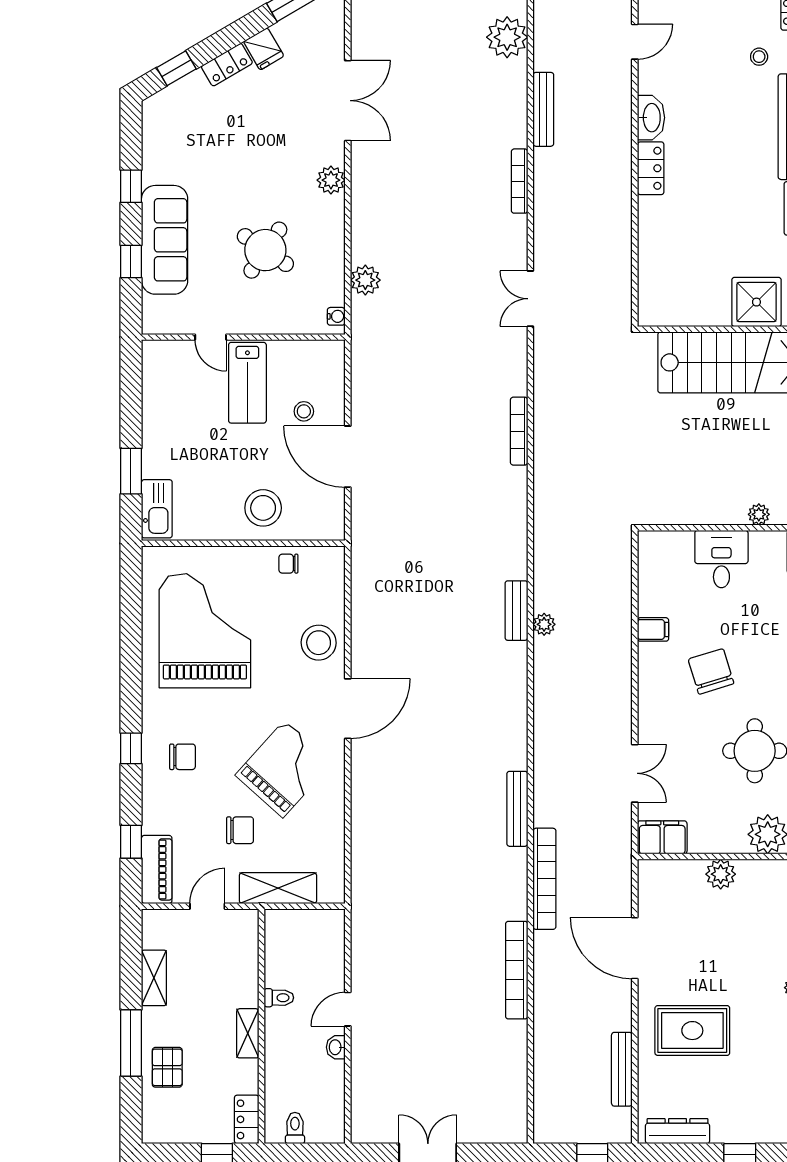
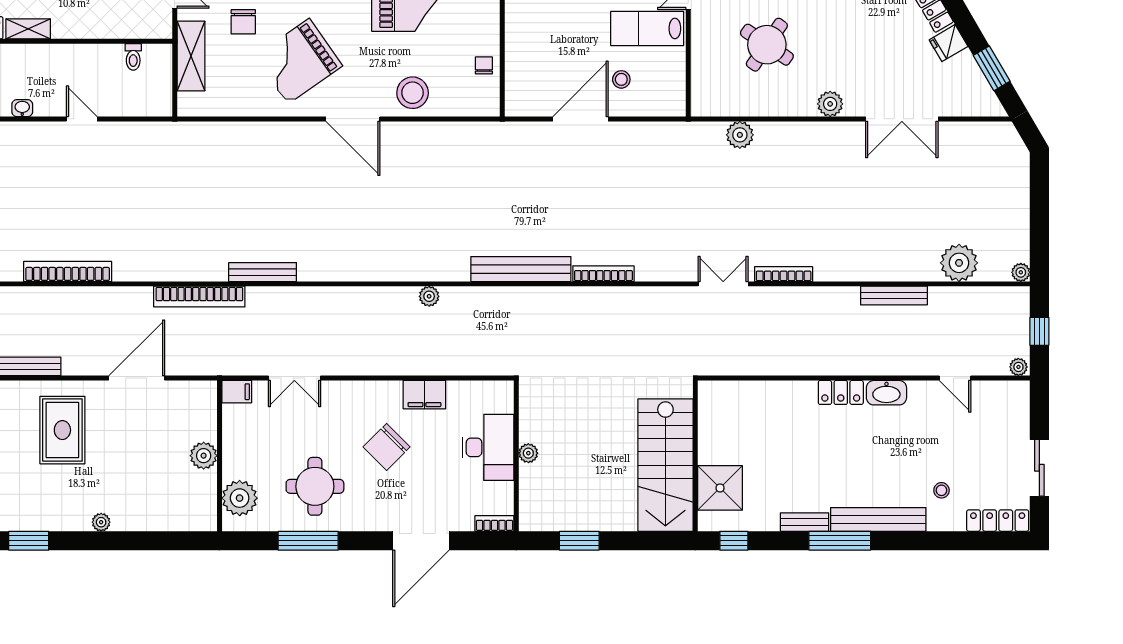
bookcase: (520, 181) -> (784, 274), moved
water cooler: (336, 316) -> (707, 109), removed
stool: (263, 508) -> (534, 43), removed
plant: (759, 514) -> (528, 453), moved
desk: (721, 559) -> (488, 447), width x1.37
bench: (516, 611) -> (521, 269), moved, width x1.86, depth x1.21
filing cabinet: (653, 629) -> (424, 395), width x2.00
chair: (711, 671) -> (387, 447), turned 152
grand piano: (284, 769) -> (299, 61), turned 103
filing cabinet: (662, 837) -> (237, 392), width x0.50
bookcase: (517, 970) -> (68, 271), moved
toilet: (279, 998) -> (133, 57), moved
shelving: (248, 1033) -> (28, 29), moved
washbasin: (336, 1047) -> (22, 108), moved

